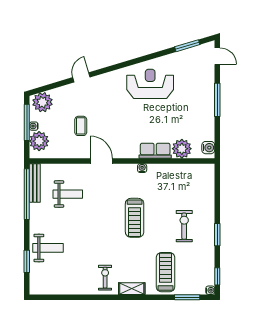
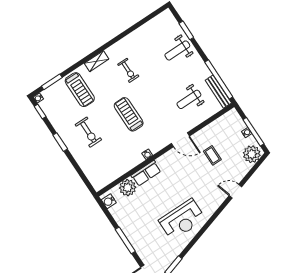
door: (81, 77) -> (235, 191), swing flipped
plant: (39, 141) -> (235, 124), removed
exercise bike: (105, 278) -> (128, 70), moved

